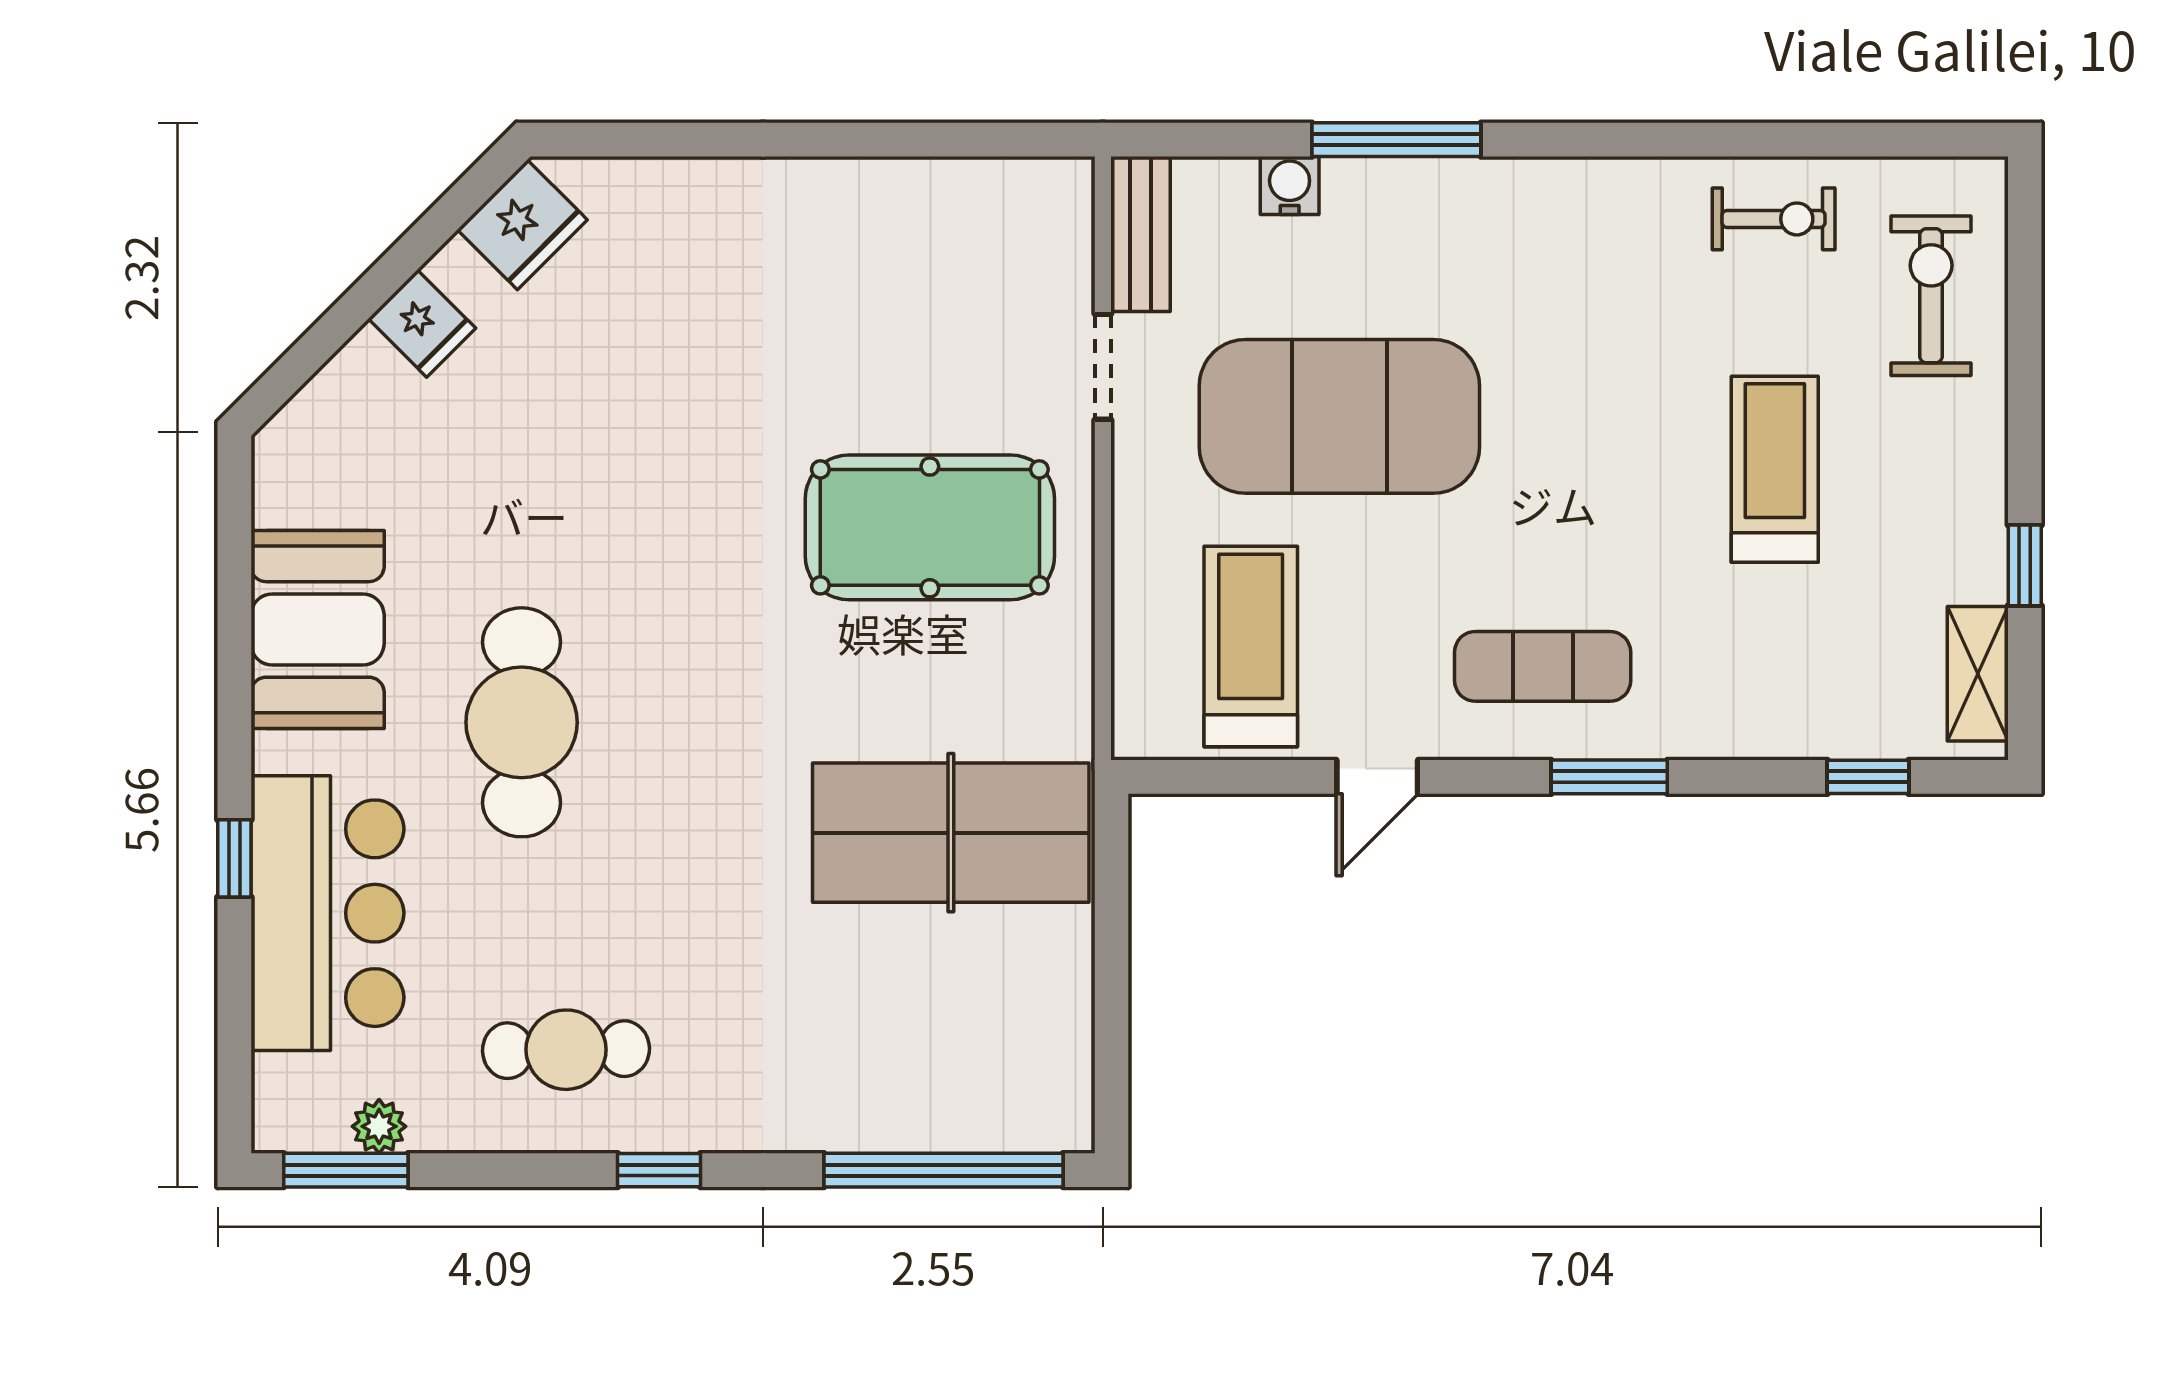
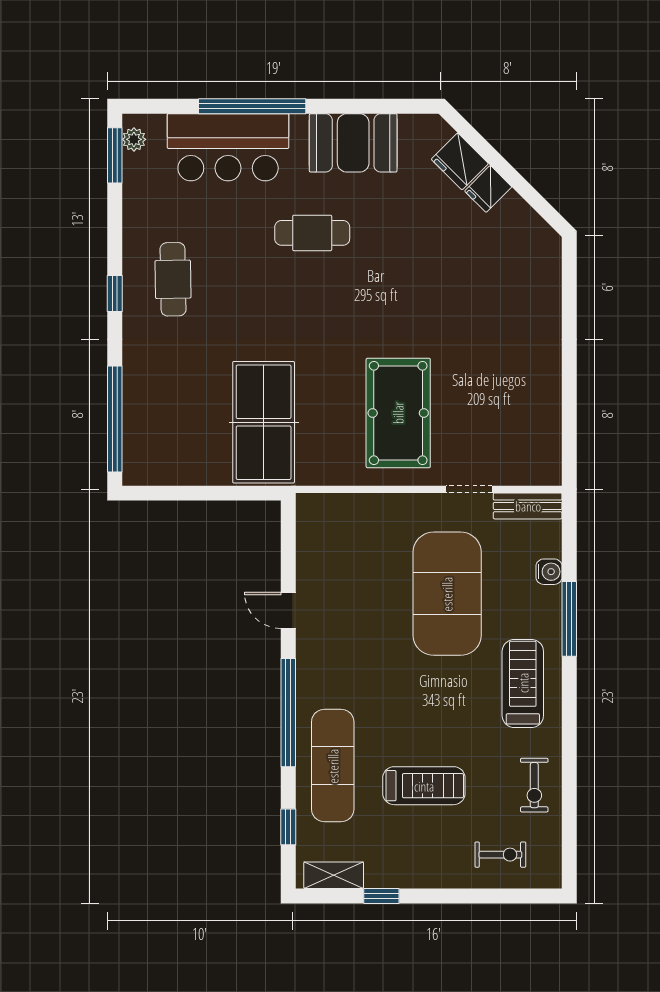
fridge: (522, 225) -> (460, 161), moved
exercise bike: (1931, 296) -> (500, 855), width x0.73, depth x0.72
treadmill: (1251, 646) -> (523, 683), moved, turned -90
exercise mat: (1543, 666) -> (333, 766), moved, width x1.36, depth x1.45
cafe table: (522, 722) -> (312, 233), width x0.73, depth x0.74
window: (1609, 777) -> (288, 713), width x2.11
window: (234, 858) -> (252, 106), width x3.17
cafe table: (566, 1050) -> (173, 279), moved
plant: (379, 1126) -> (134, 139), moved

